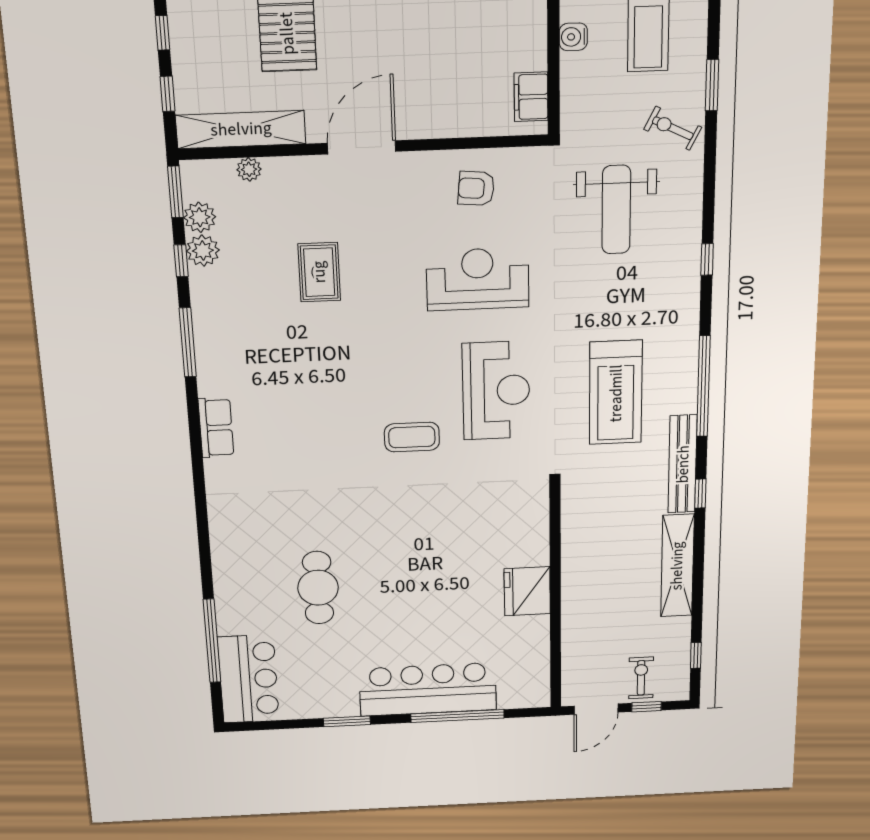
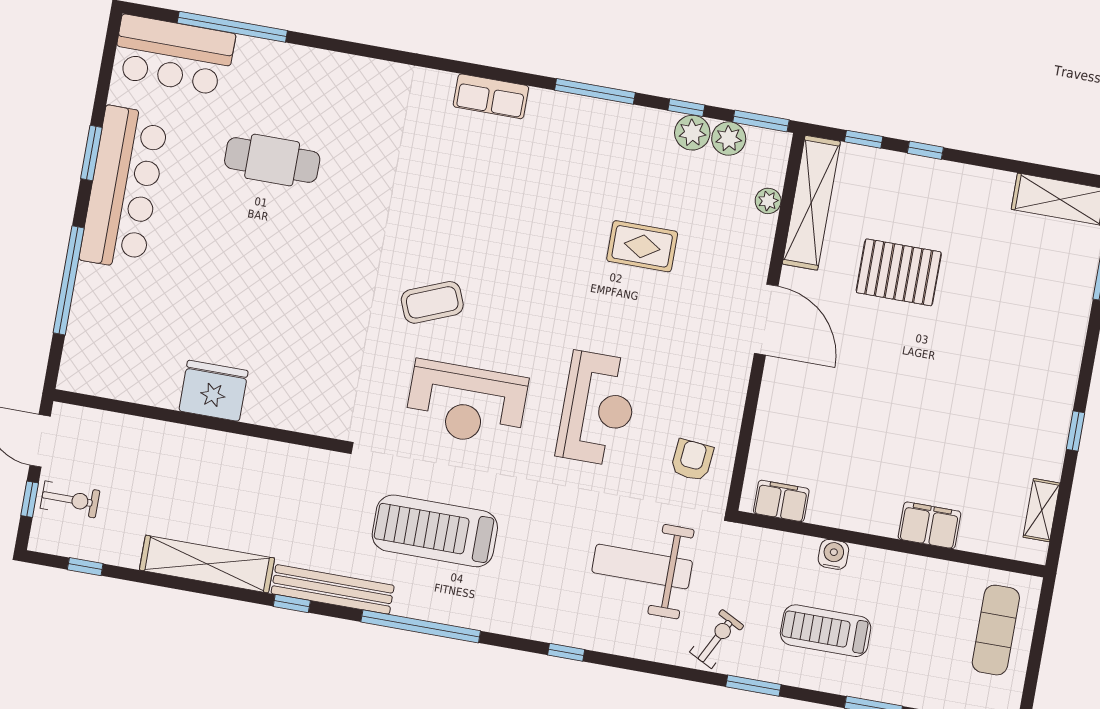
armchair: (476, 188) -> (692, 460), moved
coffee table: (412, 437) -> (432, 302), turned 68
bar counter: (428, 689) -> (124, 188), moved

